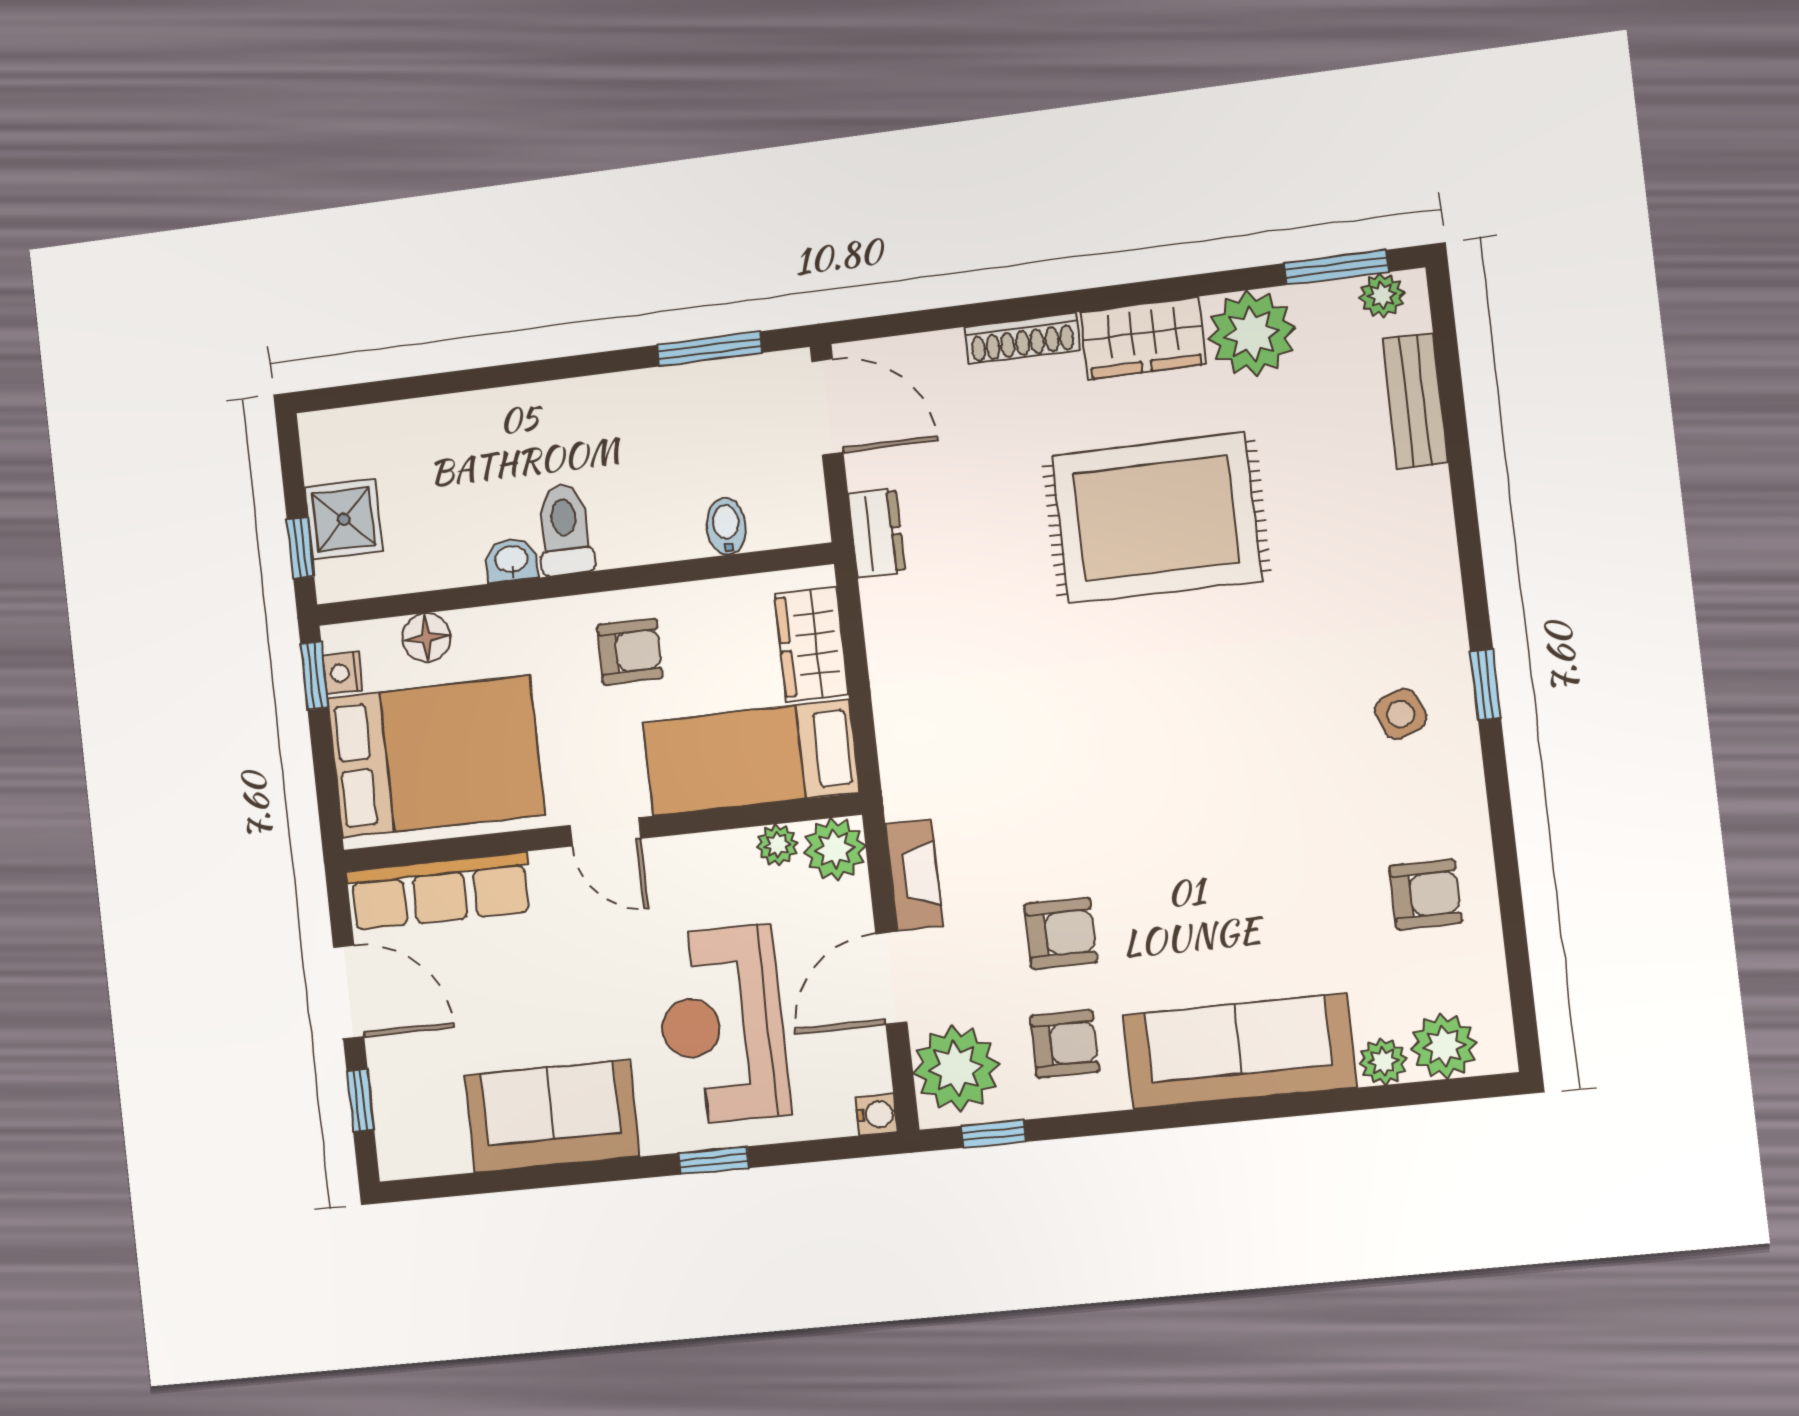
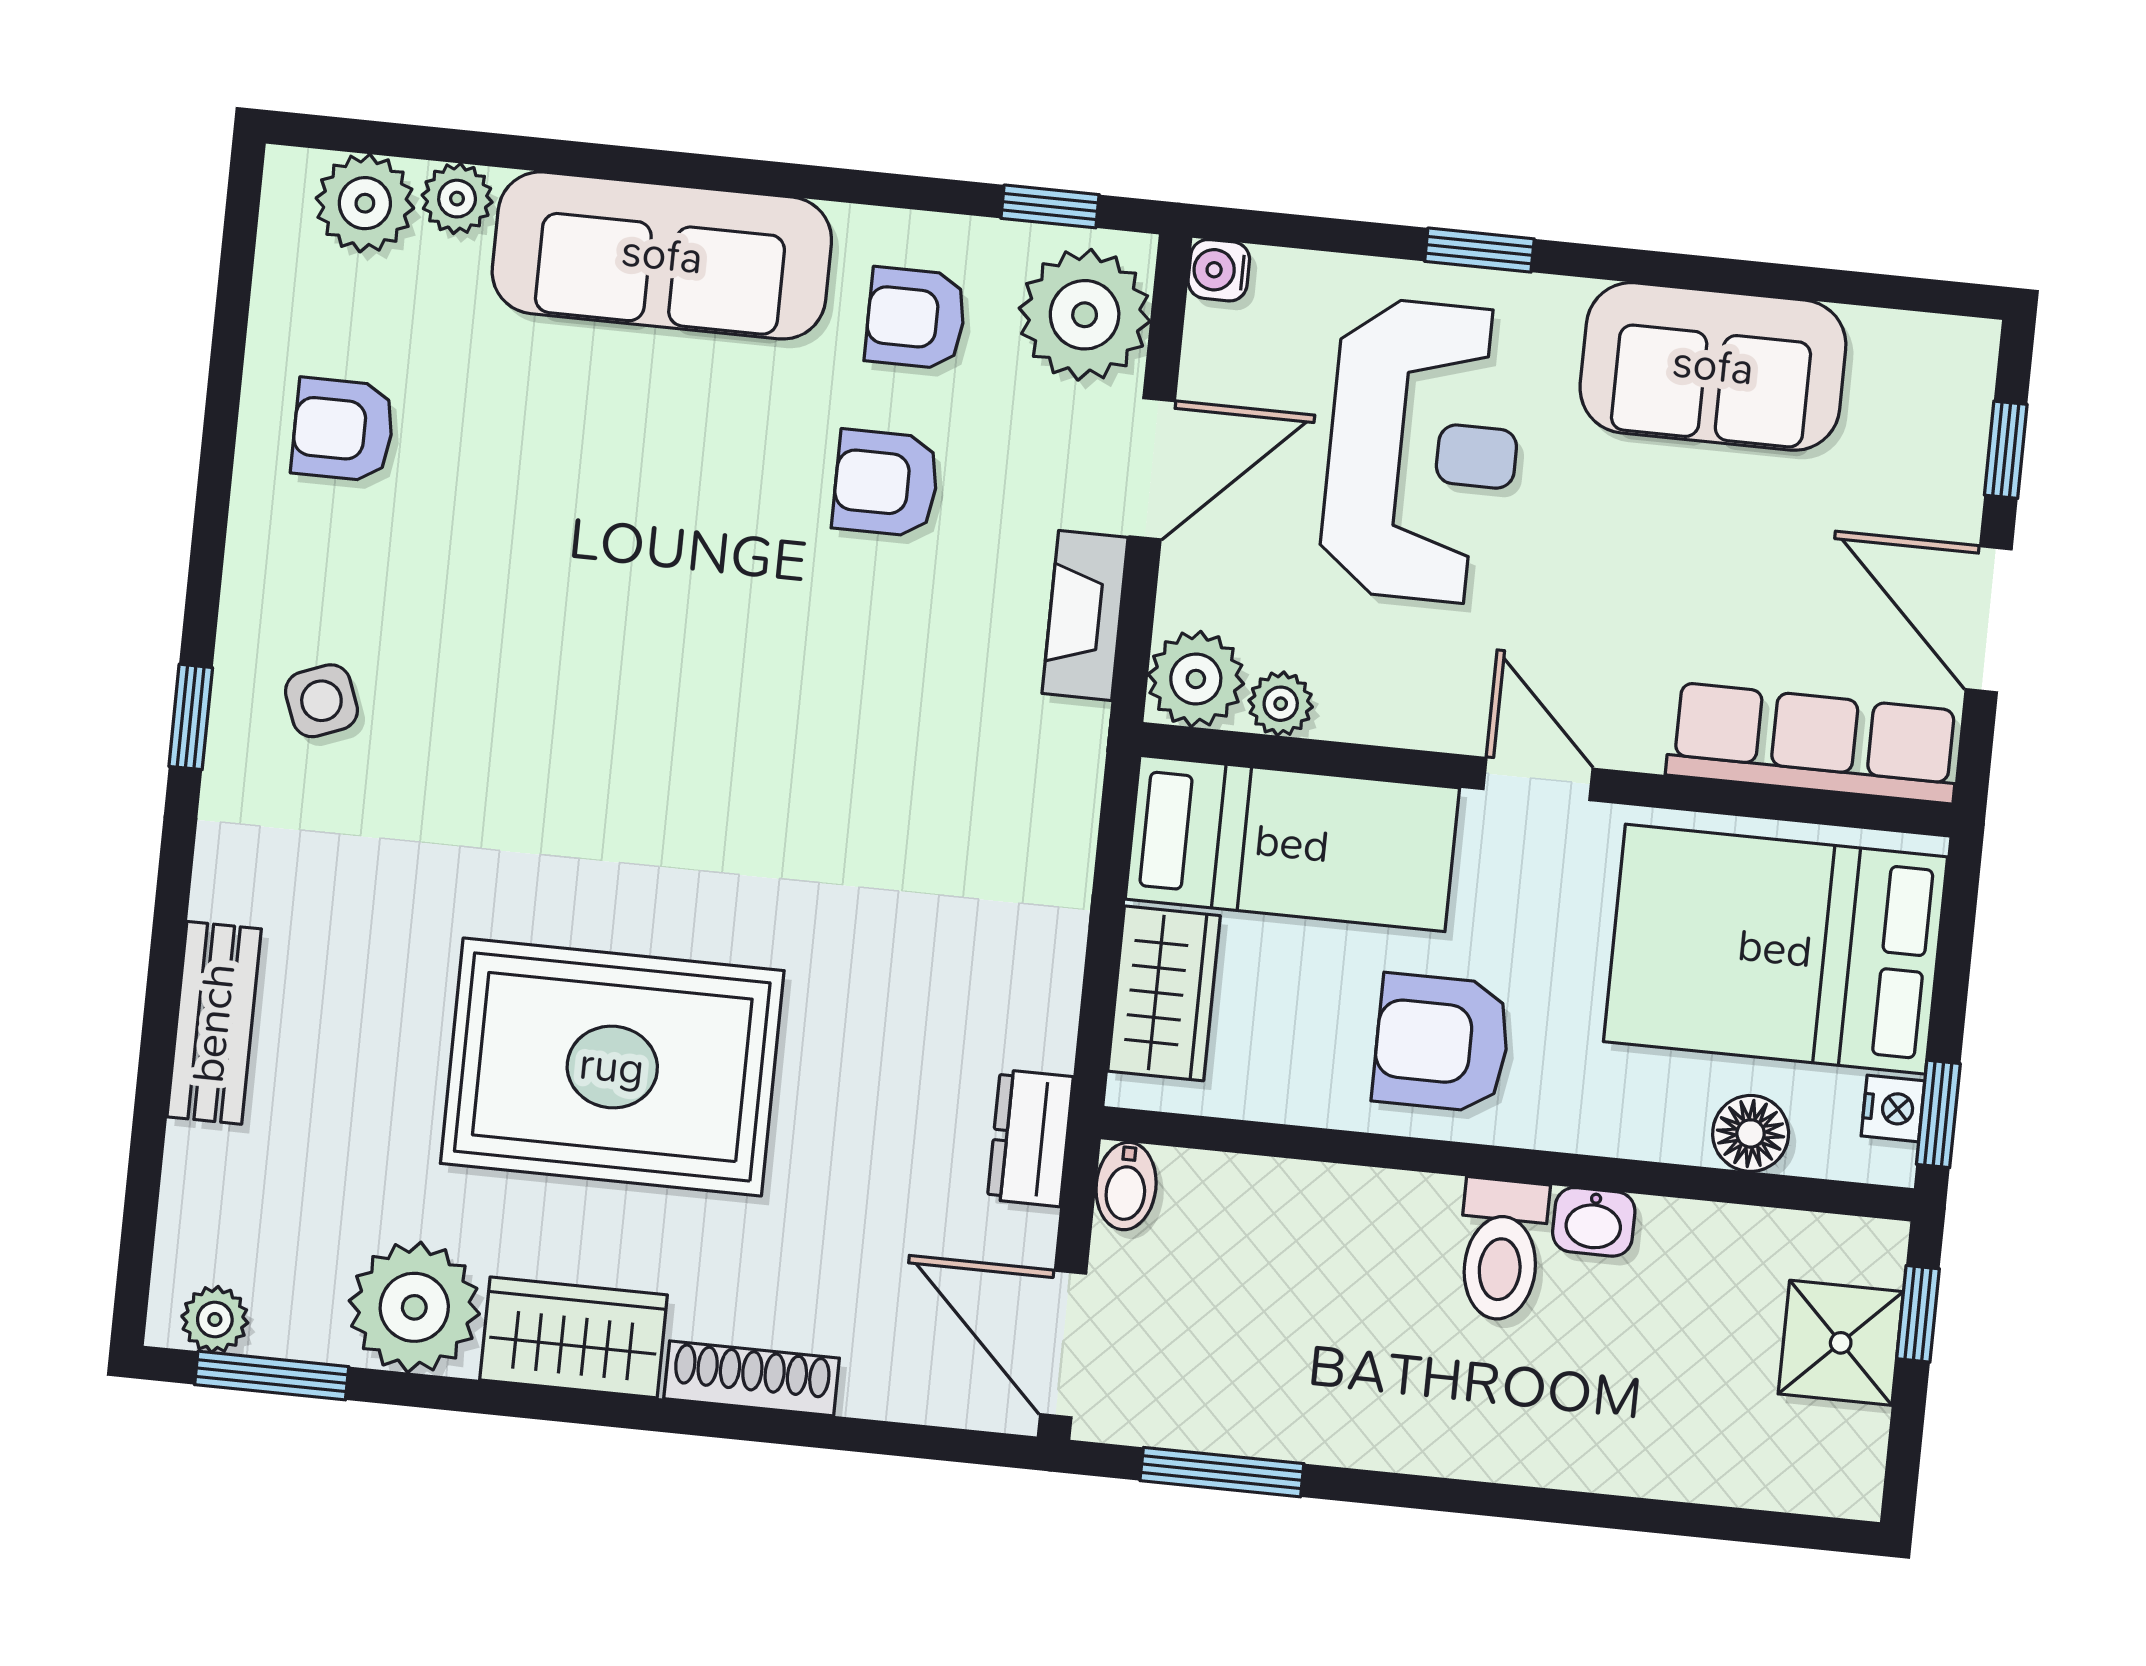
bench: (1415, 401) -> (214, 1023), moved
bidet: (726, 526) -> (1126, 1186), moved
armchair: (630, 652) -> (1442, 1043), width x1.38, depth x1.38

